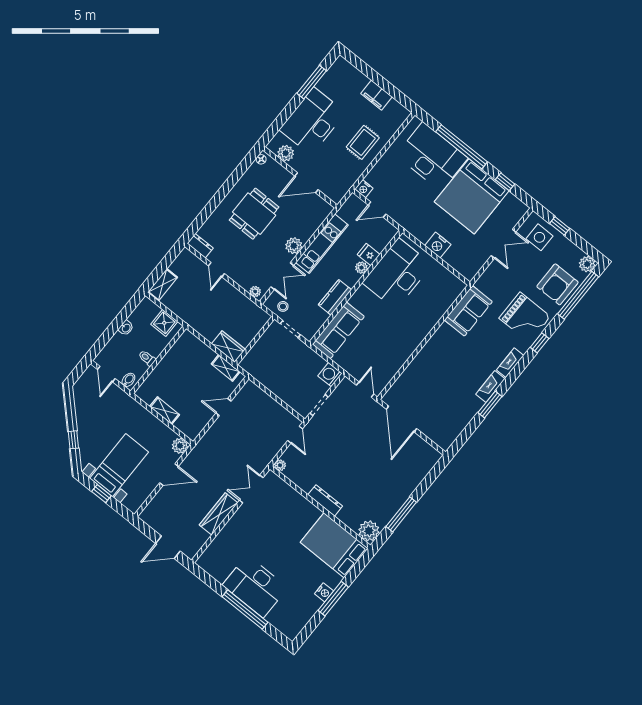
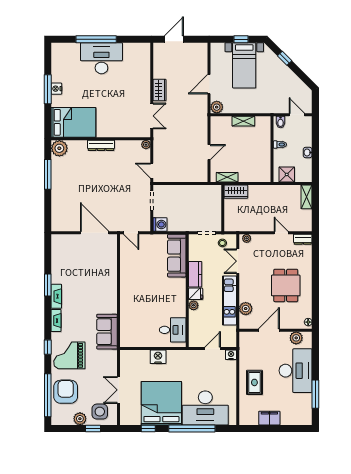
plant: (294, 246) -> (246, 309), moved
fridge: (369, 255) -> (196, 294), moved
plant: (587, 264) -> (80, 419), moved
desk: (397, 274) -> (173, 330), width x0.53, depth x0.77
wardrobe: (219, 514) -> (159, 90), width x0.67

